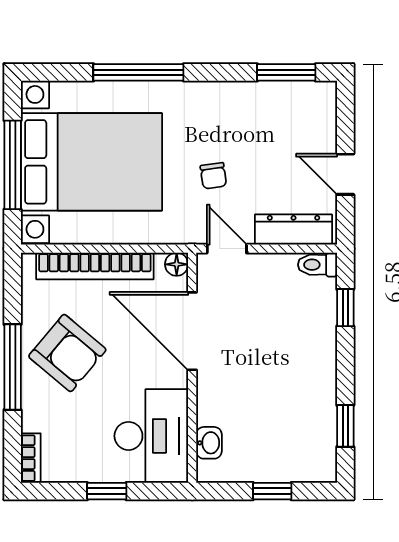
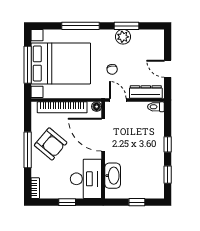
window: (286, 72) -> (127, 26), moved
plant: (239, 98) -> (123, 37), added
window: (345, 308) -> (168, 144), moved
washbasin: (209, 443) -> (113, 176), width x1.91, depth x1.45

